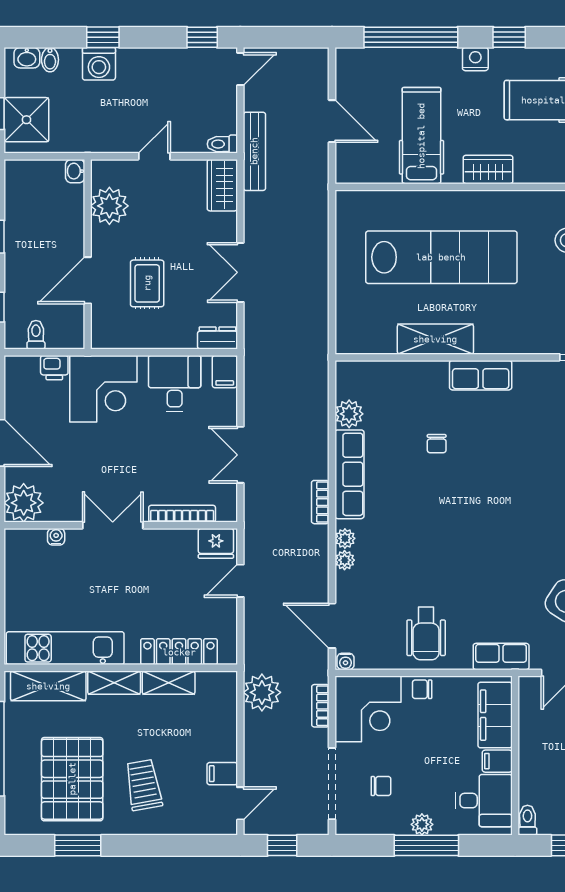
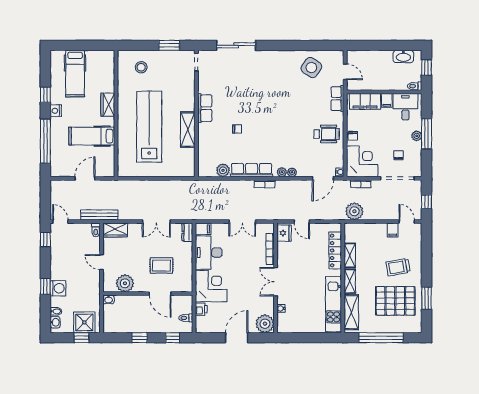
desk: (175, 383) -> (209, 253), width x1.37

